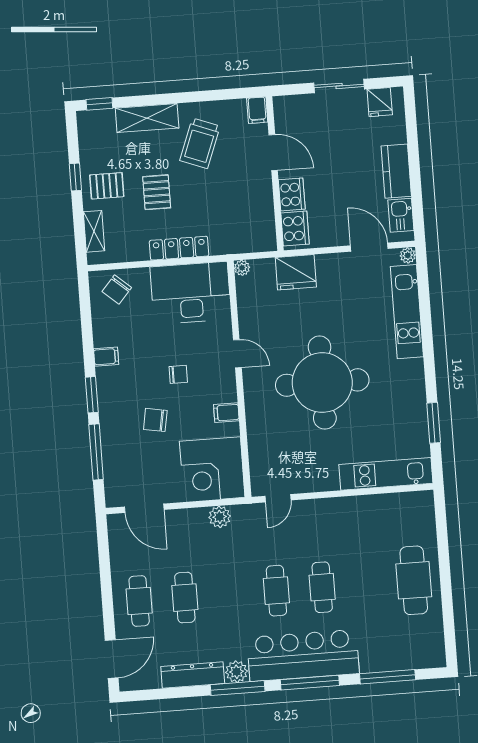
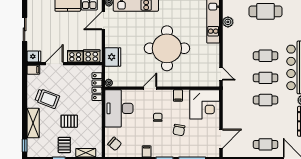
fridge: (380, 102) -> (34, 56), moved
locker: (179, 248) -> (97, 87), moved
plant: (220, 517) -> (228, 22), moved
cafe table: (185, 598) -> (266, 100), moved

